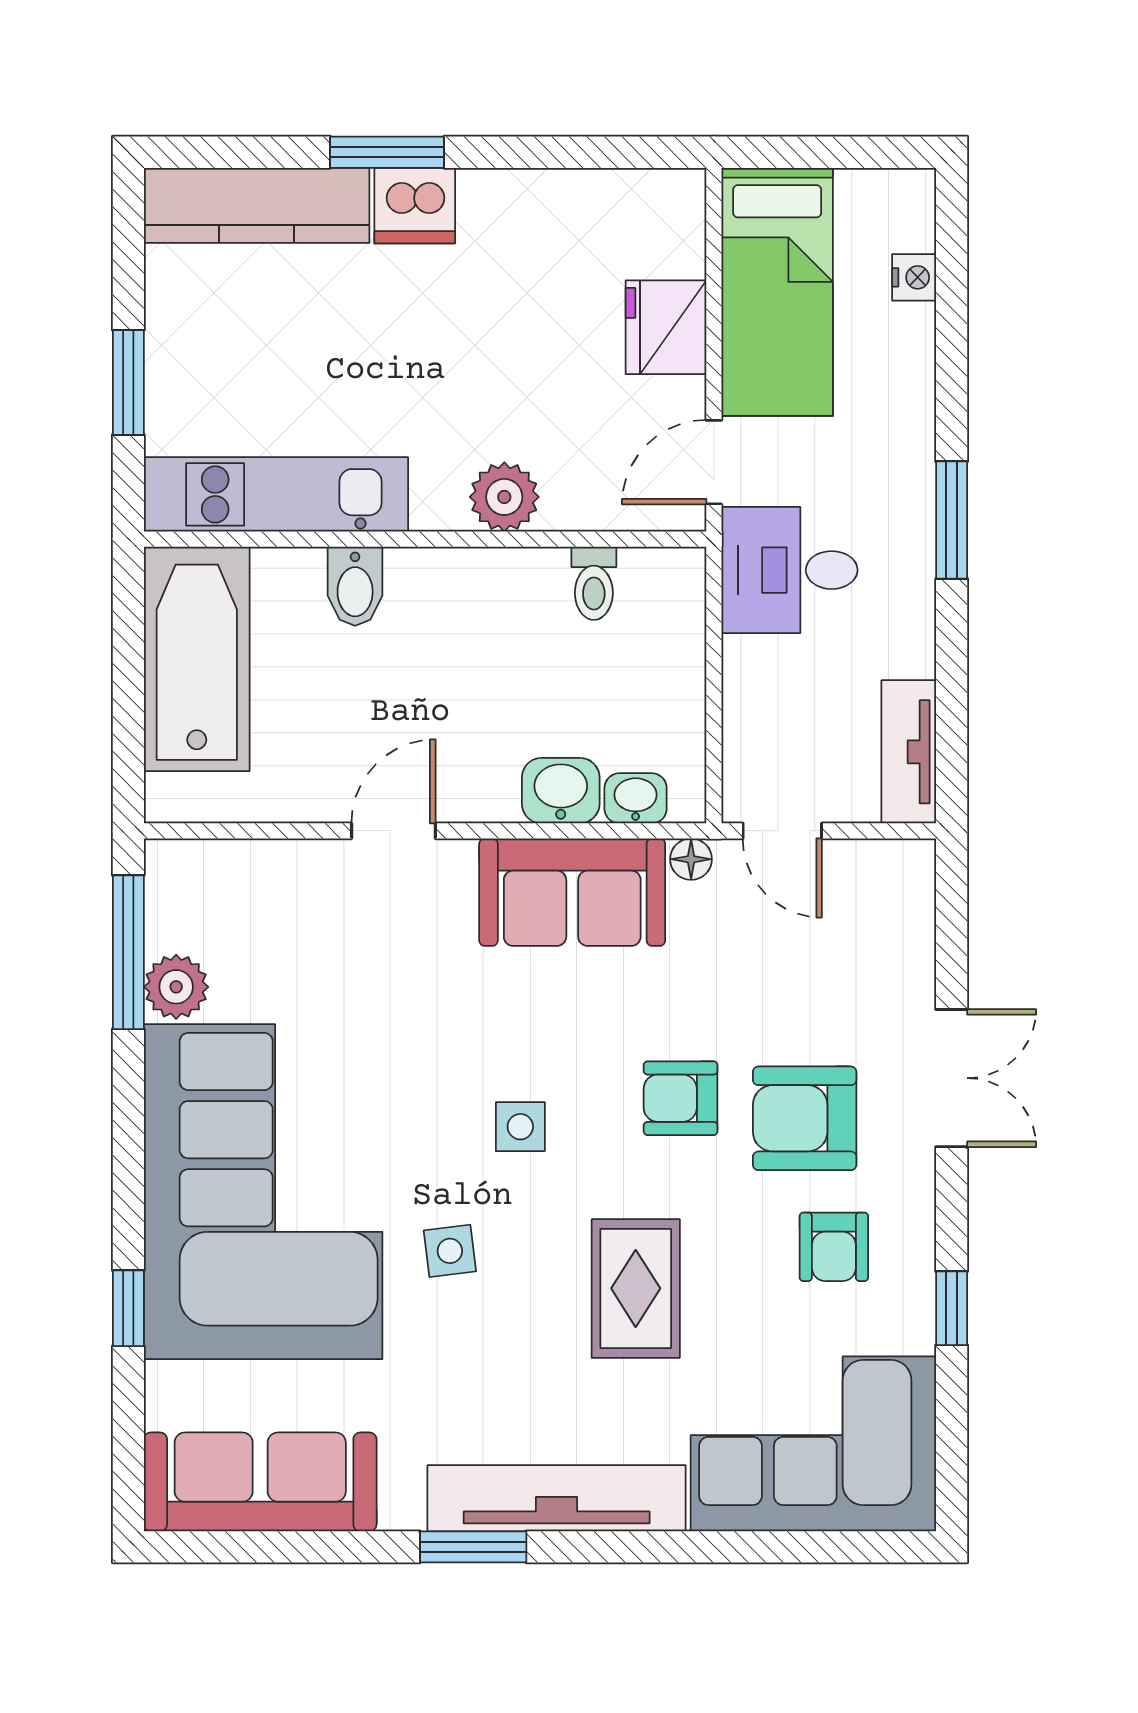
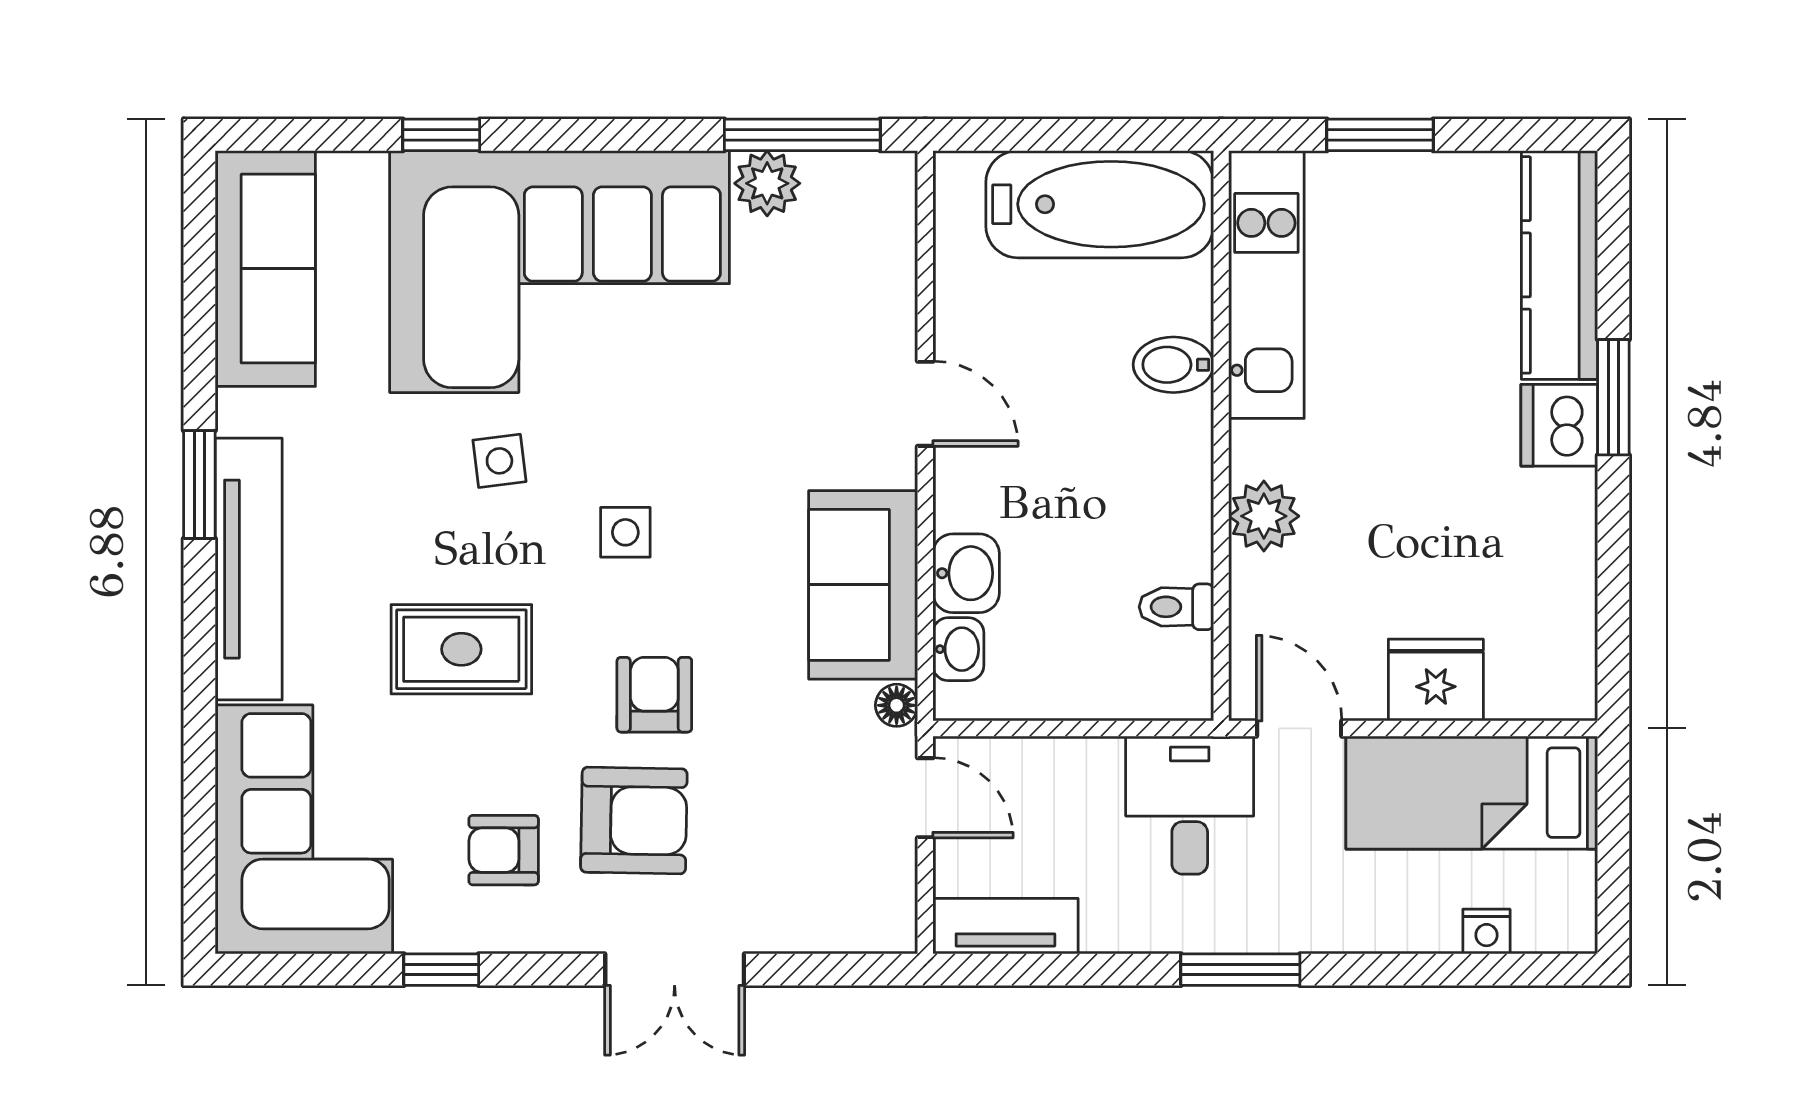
door: (782, 831) -> (925, 798), swing flipped
armchair: (805, 1118) -> (634, 821), turned 91

